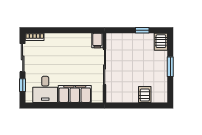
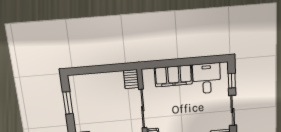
window: (170, 67) -> (68, 103), moved
server rack: (145, 94) -> (131, 79), moved

